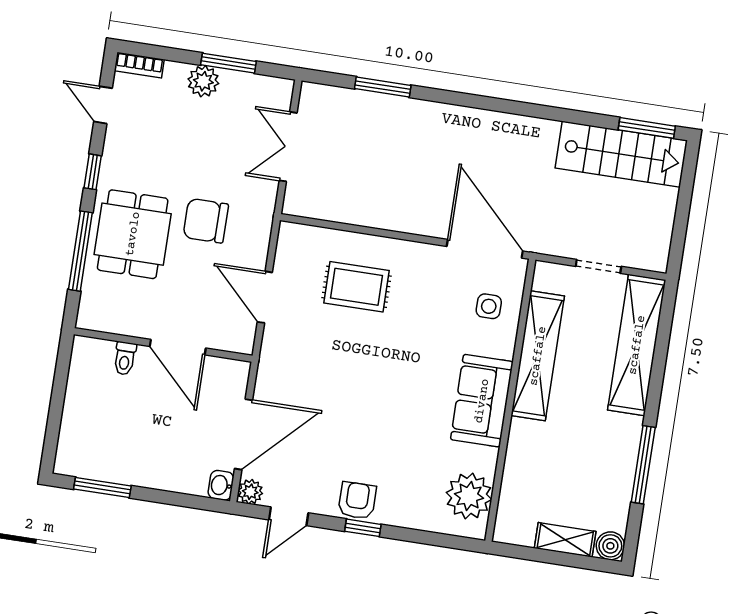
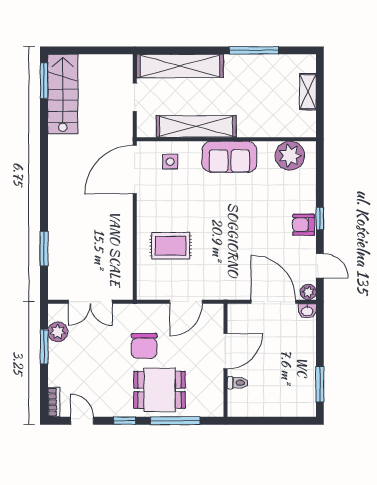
plant: (203, 81) -> (58, 332), moved
door: (103, 105) -> (82, 421), swing flipped
rug: (356, 287) -> (171, 246), turned 90
boiler: (610, 546) -> (307, 63), removed

